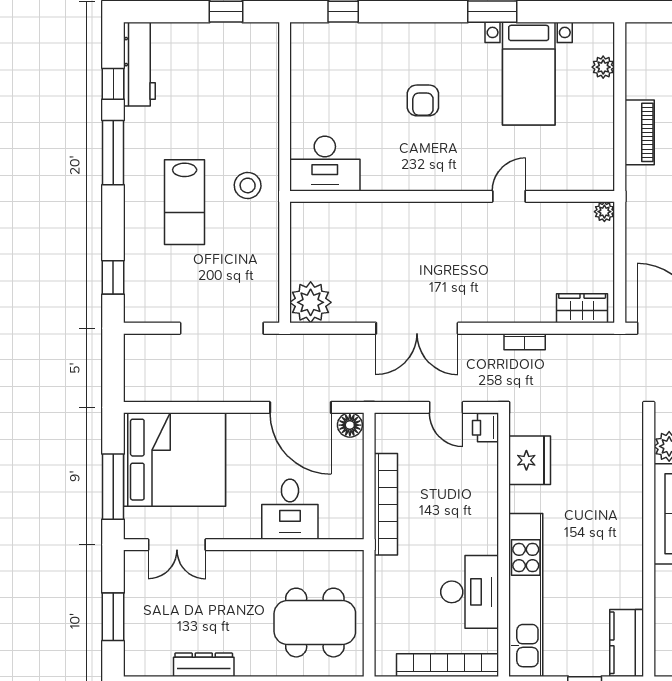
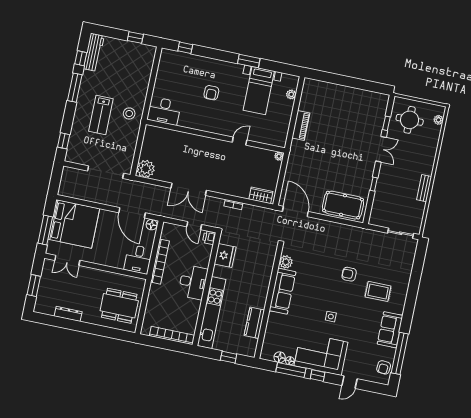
desk: (290, 509) -> (138, 259), moved
desk: (470, 592) -> (193, 282), moved
kitchen counter: (627, 643) -> (254, 323), moved

